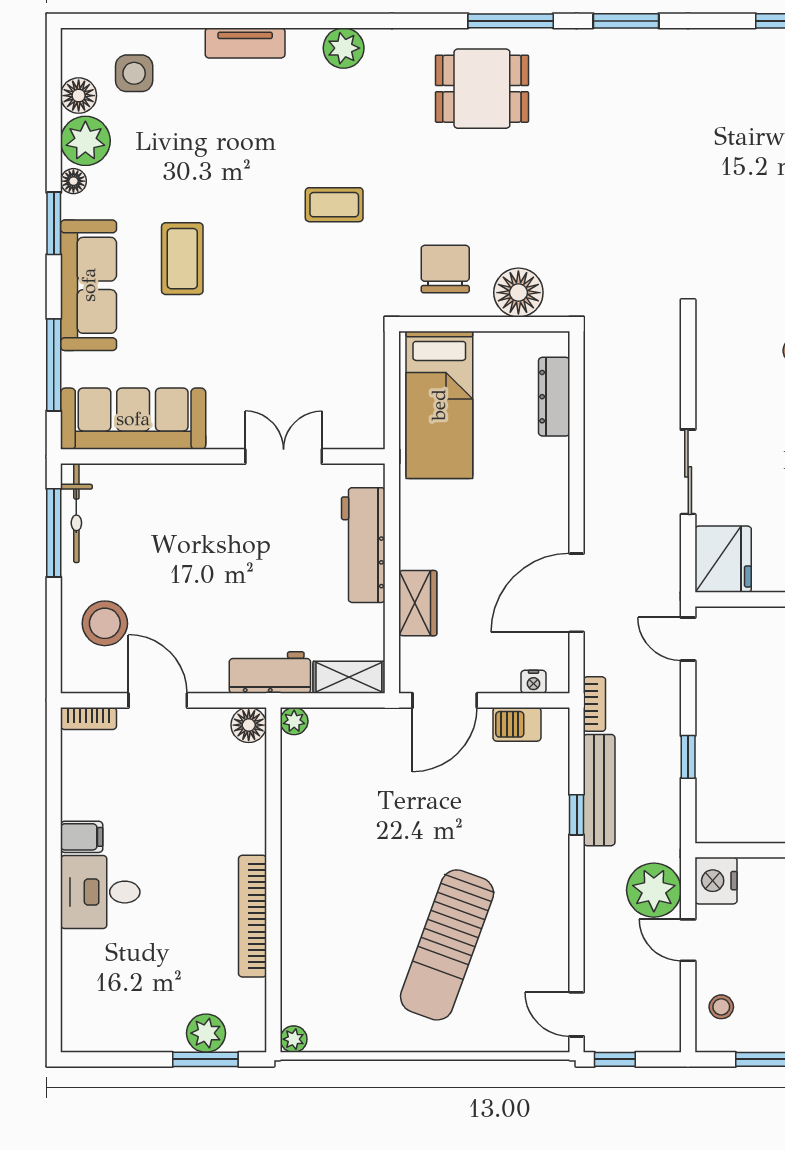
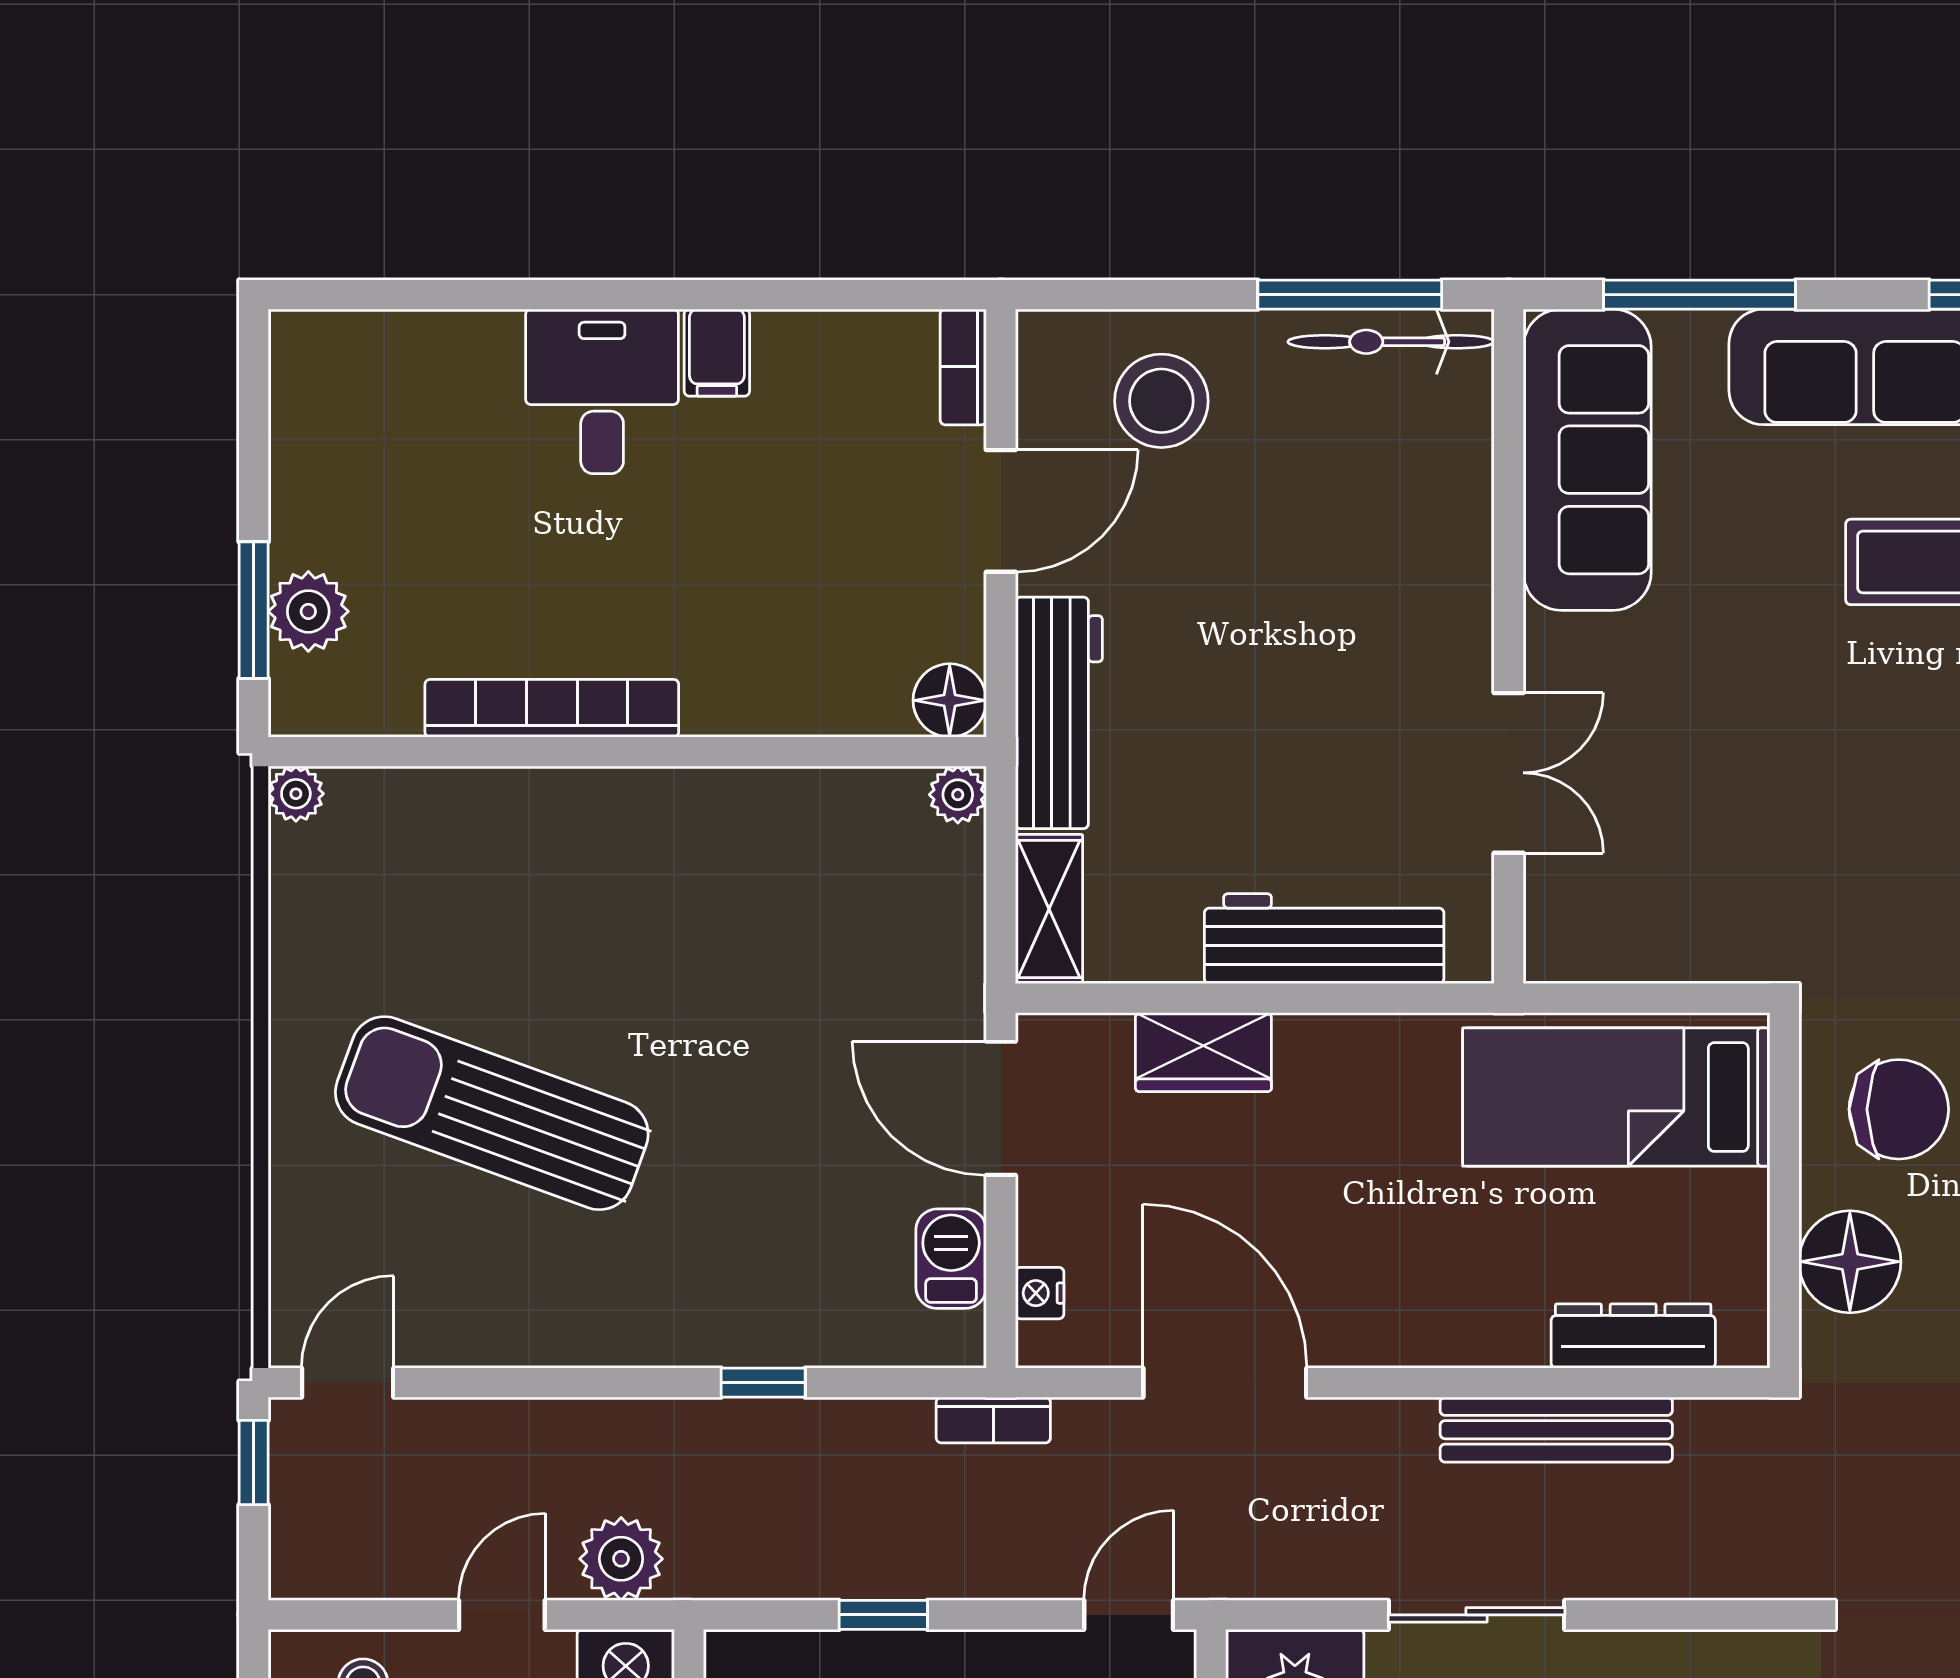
workbench: (270, 673) -> (1059, 713), width x1.38
bench: (599, 790) -> (1556, 1430), moved
plant: (654, 890) -> (621, 1559), width x0.73, depth x0.73

